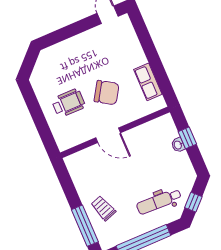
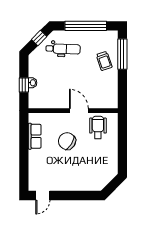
wheelchair: (68, 103) -> (98, 127), moved, turned 90

